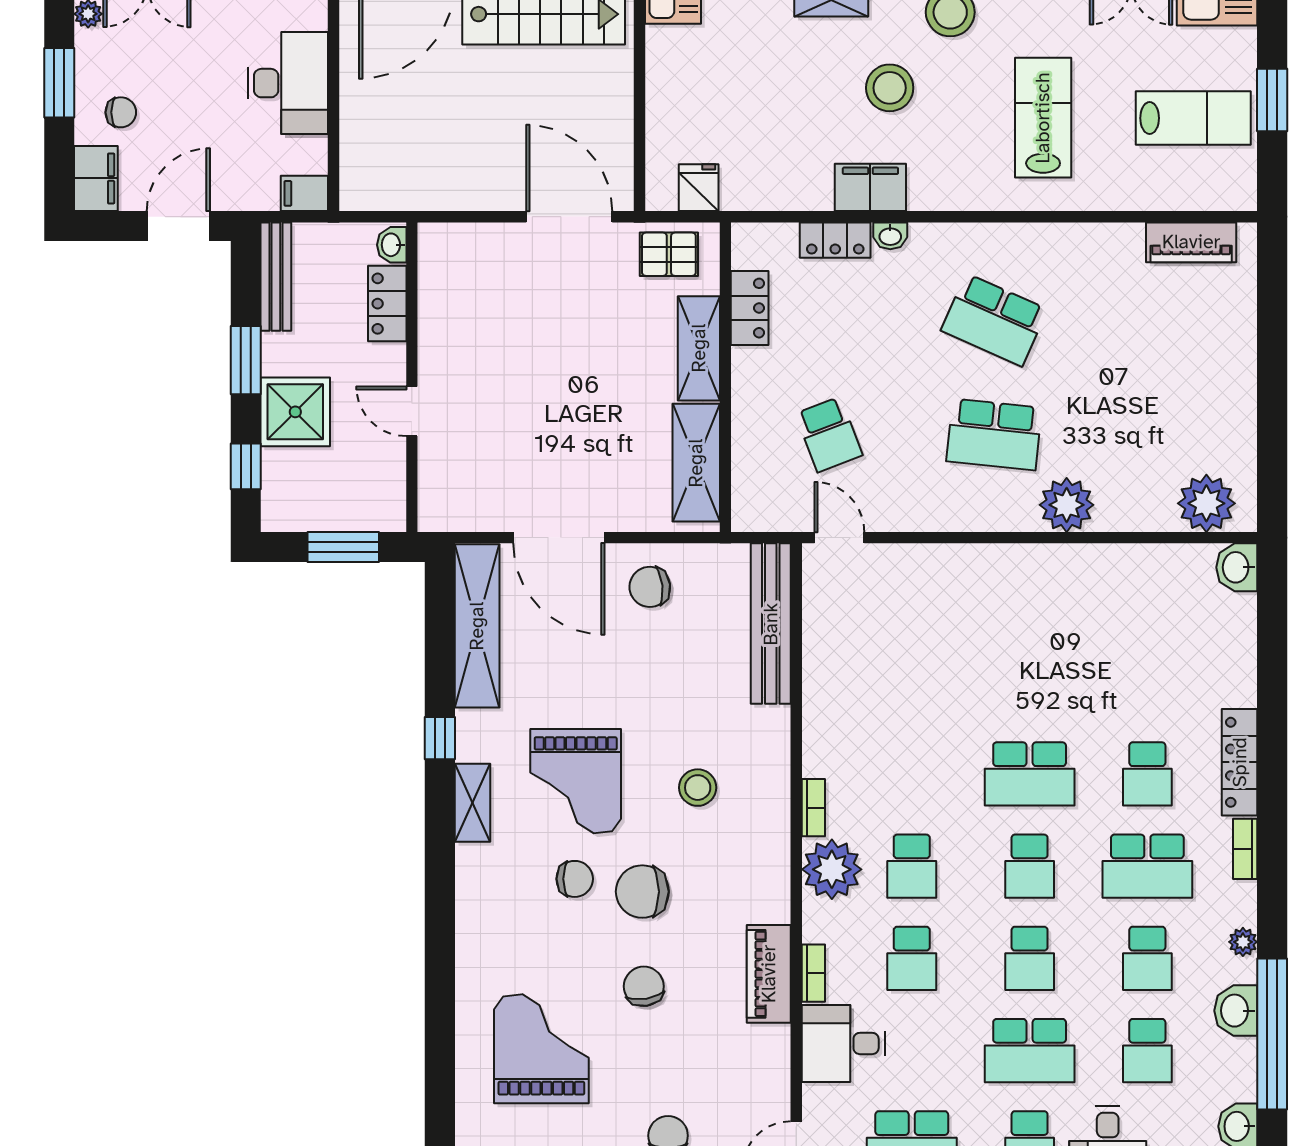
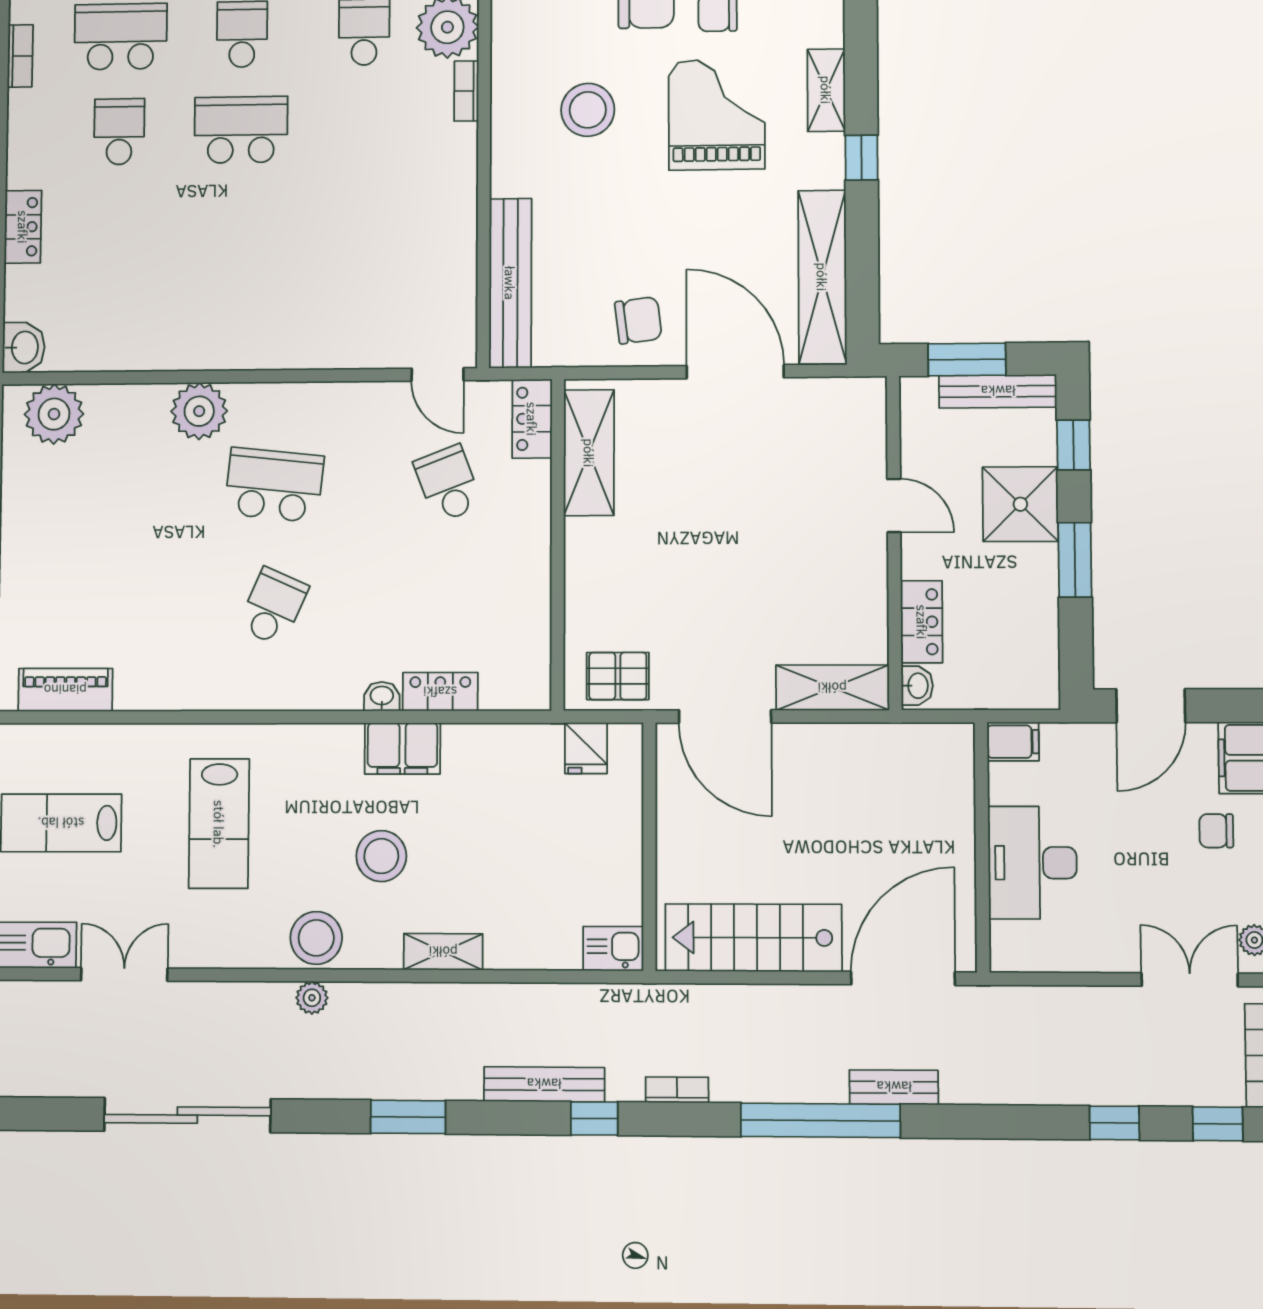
bench: (276, 277) -> (998, 391), moved, turned 90
locker: (750, 308) -> (532, 419), moved
school desk: (994, 320) -> (273, 607), width x0.54
shelving: (699, 348) -> (832, 688), moved, turned 90
locker: (1240, 762) -> (23, 227), moved, width x0.66
stool: (698, 788) -> (588, 110), width x1.38, depth x1.38

